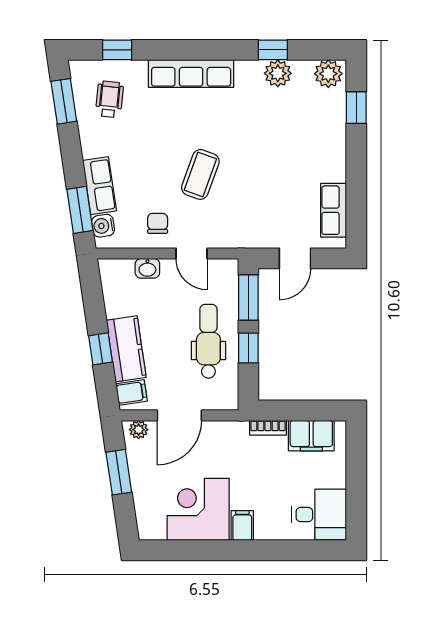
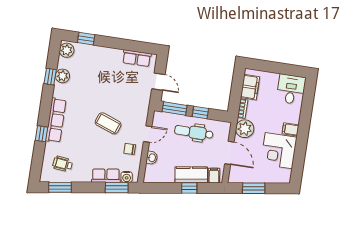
window: (117, 50) -> (41, 134), moved
plant: (139, 430) -> (245, 129), moved, width x1.88, depth x1.88

